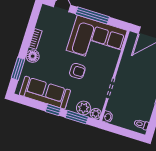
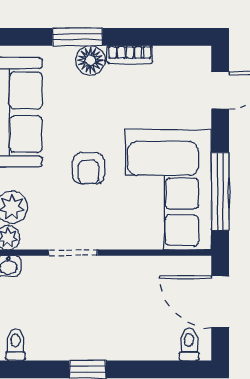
window: (92, 16) -> (220, 191), moved
window: (18, 69) -> (77, 37), moved

